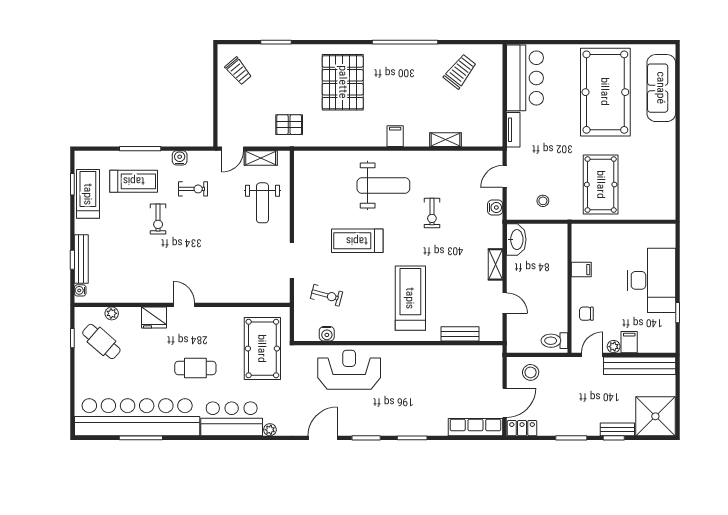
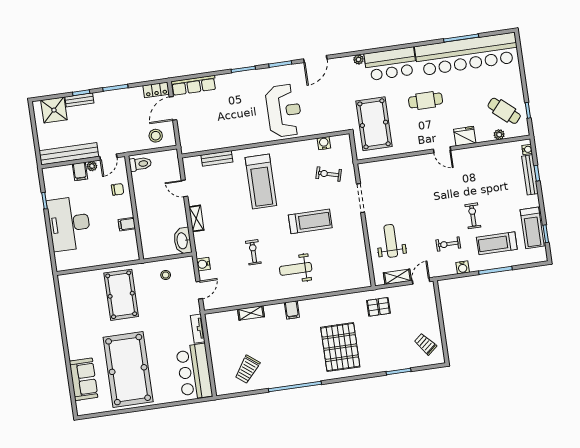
sofa: (661, 88) -> (84, 379), width x0.73
weight bench: (383, 185) -> (296, 269), width x0.73, depth x0.75
reception desk: (349, 370) -> (284, 111), moved, turned -90
shower: (655, 416) -> (54, 110), width x0.73, depth x0.73

